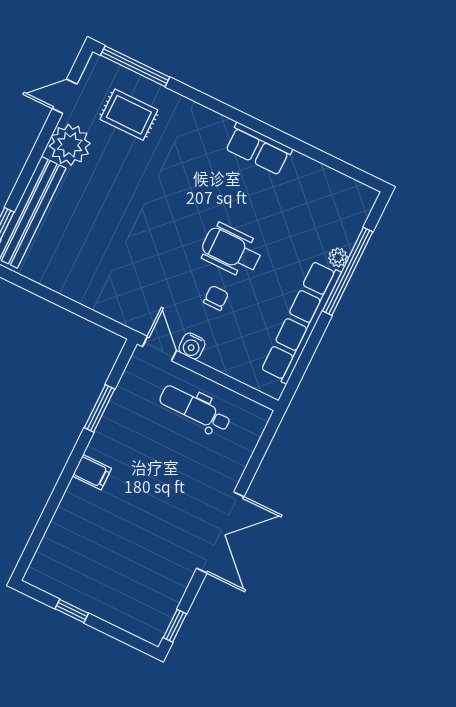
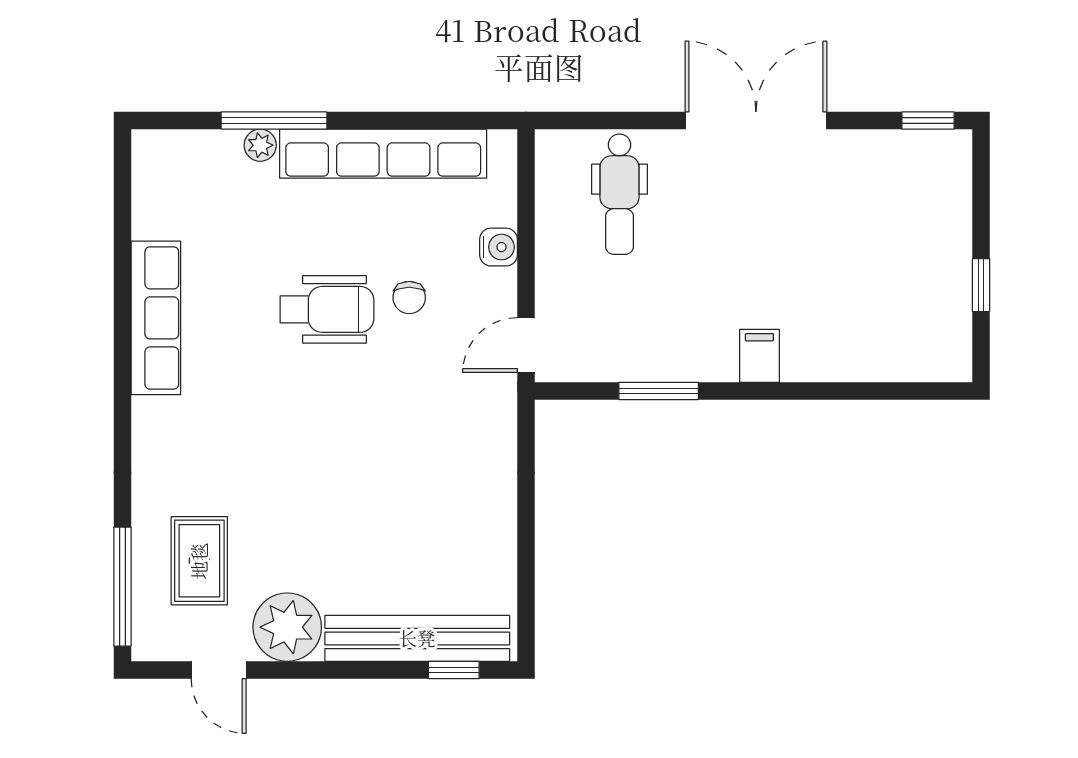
row of seats: (259, 149) -> (156, 318), width x1.48
wheelchair: (231, 250) -> (327, 309), turned -90
window: (348, 271) -> (274, 121), width x0.68
chair: (216, 298) -> (409, 298), turned -90
water cooler: (192, 346) -> (499, 247), moved
dental chair: (195, 409) -> (619, 194), moved

